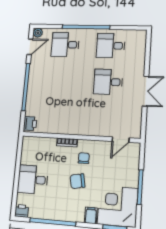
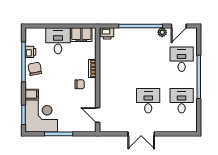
plant: (38, 33) -> (162, 32), moved
door: (30, 47) -> (179, 26), hinge flipped
filing cabinet: (29, 152) -> (81, 35), added
chair: (77, 181) -> (35, 69), moved
printer: (22, 211) -> (30, 52), moved

